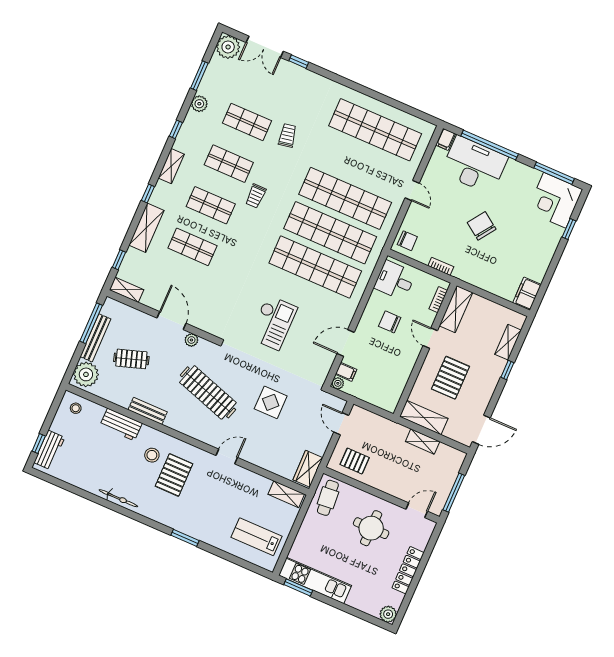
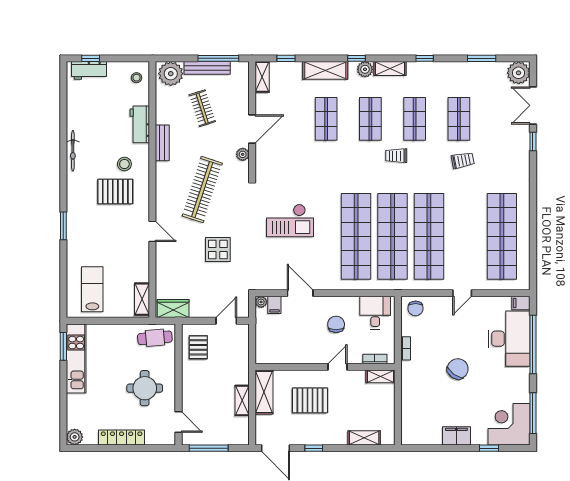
plant: (199, 104) -> (365, 69), moved
filing cabinet: (527, 294) -> (456, 436), moved
shelving: (456, 309) -> (381, 376), width x0.67, depth x0.75
window: (507, 370) -> (314, 448), moved

